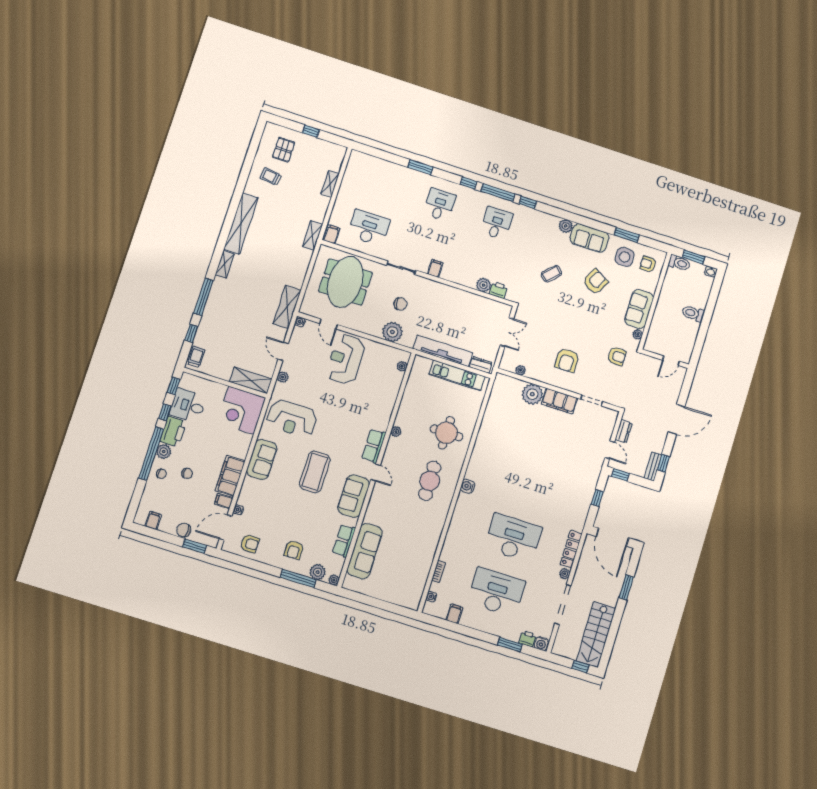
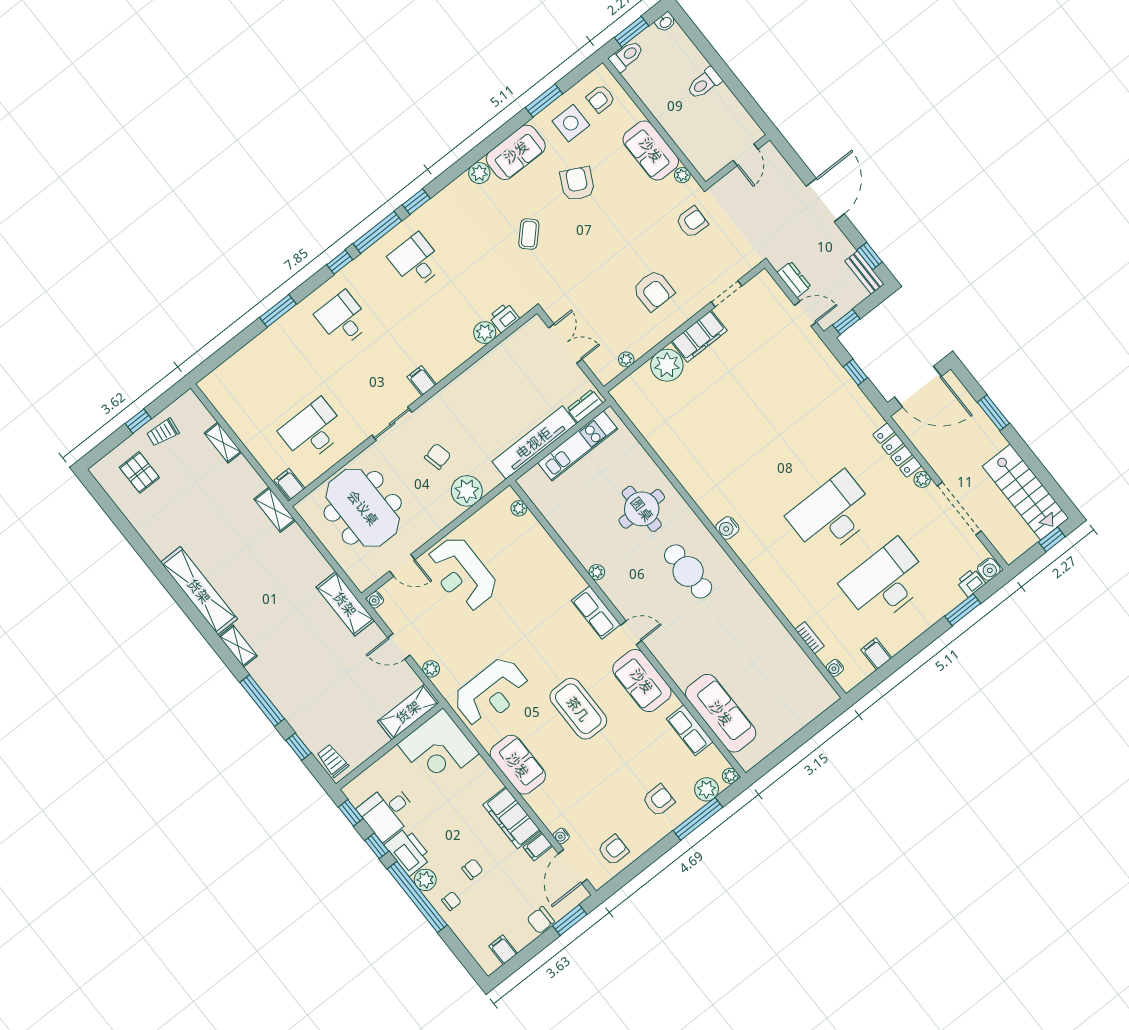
trolley: (271, 177) -> (163, 432), moved
armchair: (294, 550) -> (659, 800), turned -90

